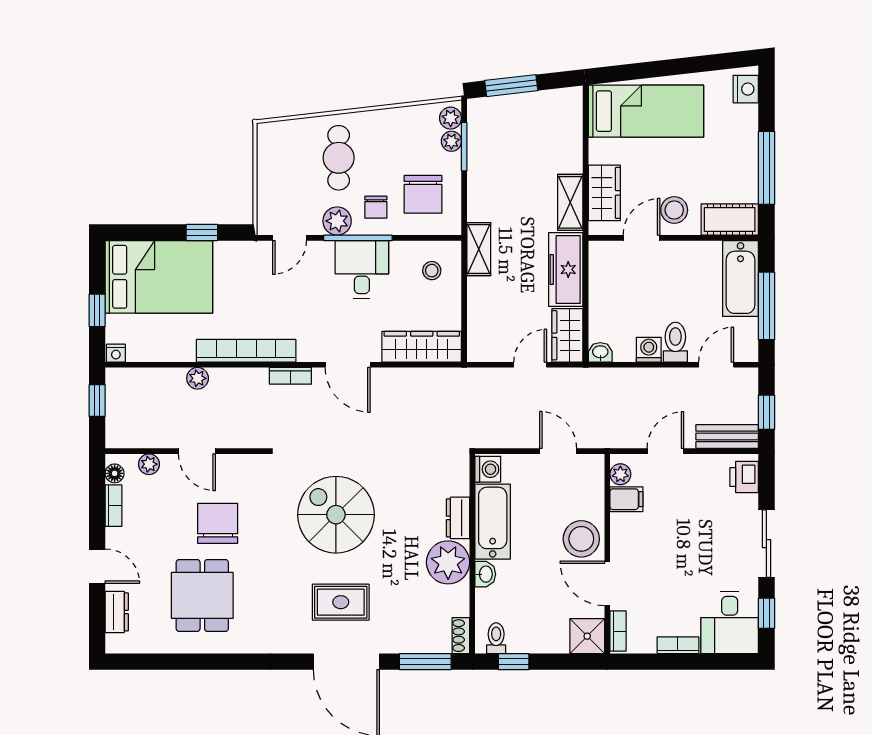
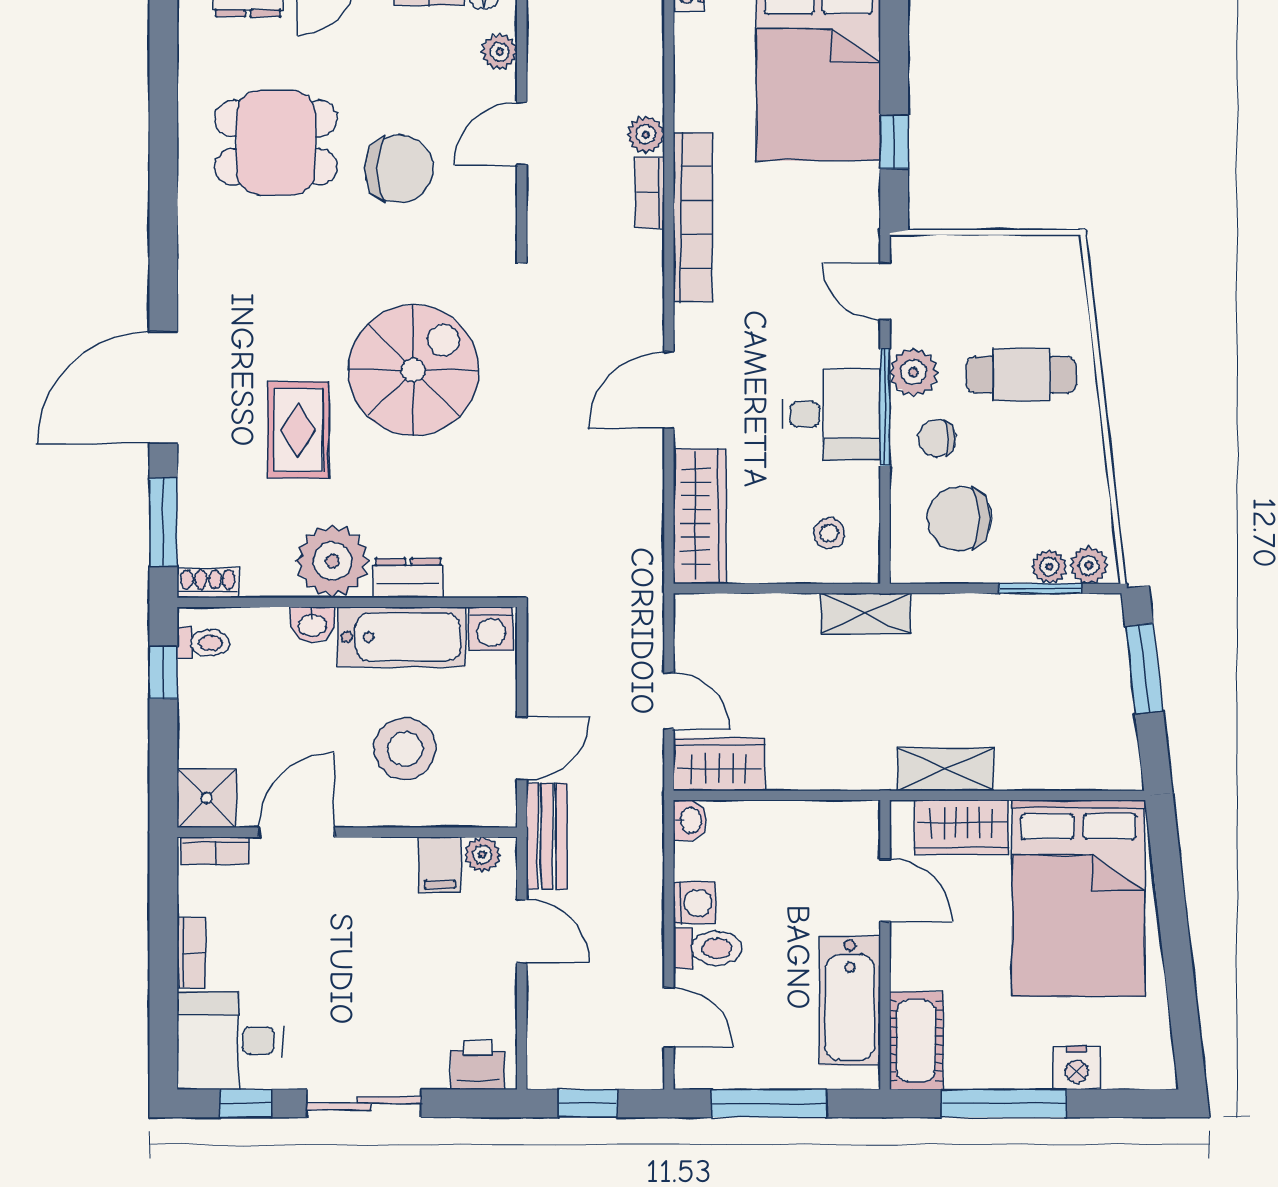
nightstand: (746, 89) -> (1077, 1068), moved
bed: (646, 111) -> (1079, 898), width x1.50
stool: (674, 210) -> (932, 946), removed
freezer: (566, 269) -> (831, 762), removed
bathtub: (741, 279) -> (850, 1001), moved, turned -90
bookcase: (290, 376) -> (650, 192), moved
bench: (727, 436) -> (547, 836), moved
stool: (581, 539) -> (405, 749), moved
rug: (341, 602) -> (298, 430), moved

